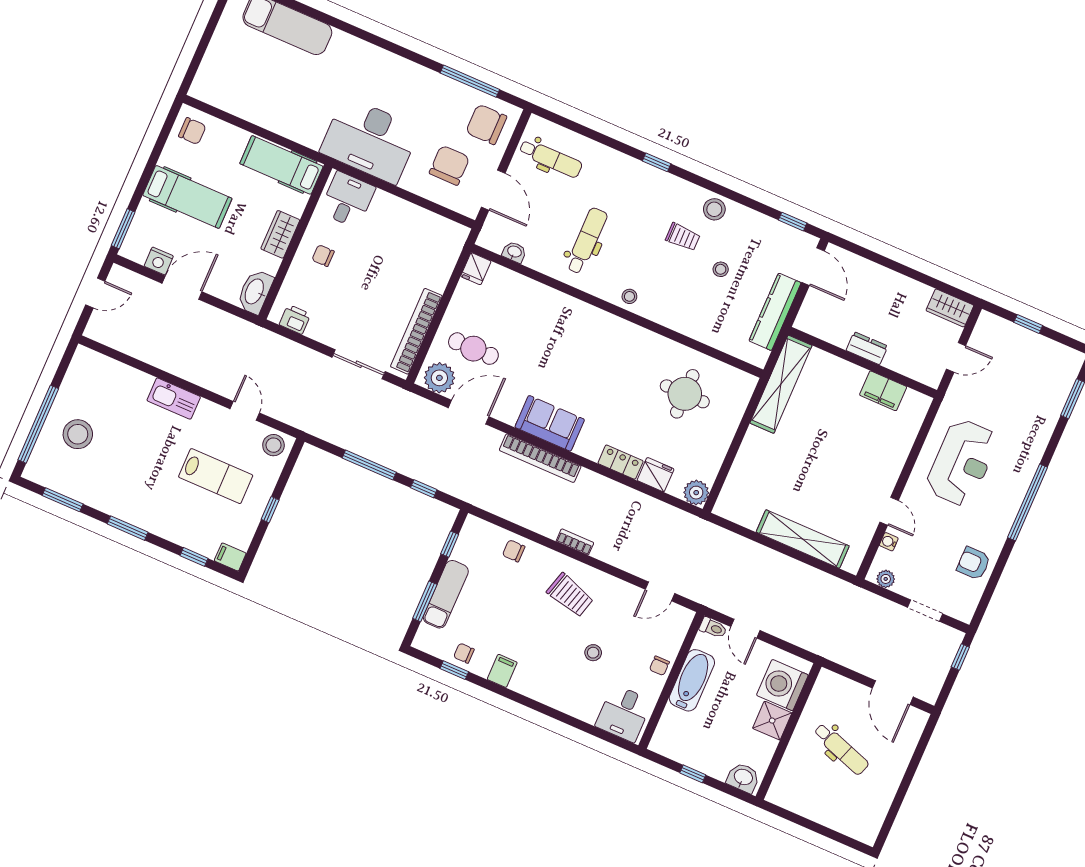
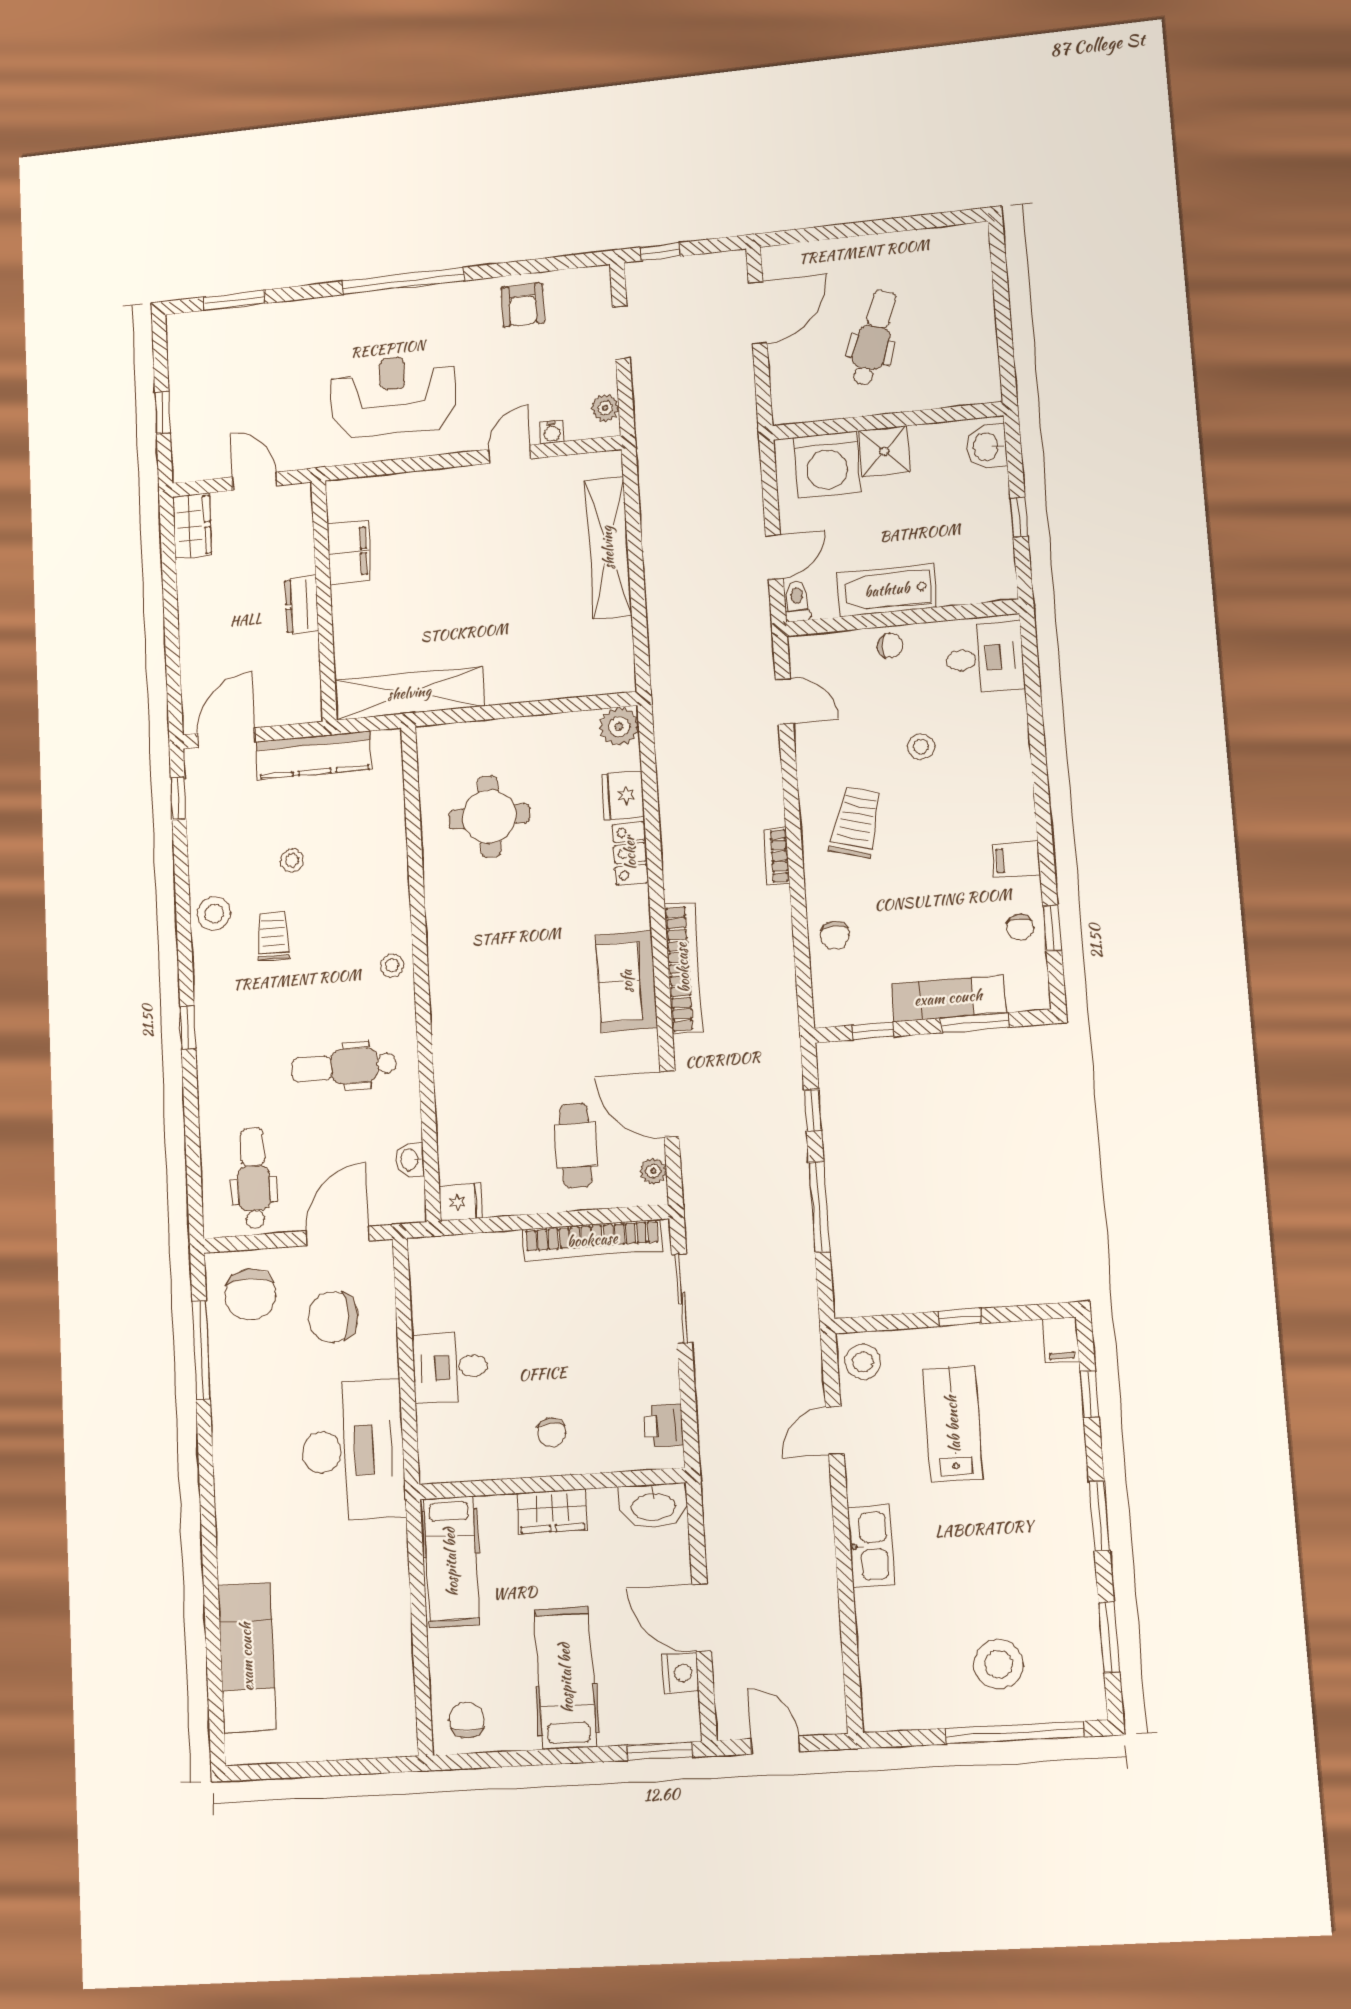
desk: (347, 200) -> (450, 1367), moved
plant: (439, 378) -> (653, 1171), width x0.53, depth x0.53

